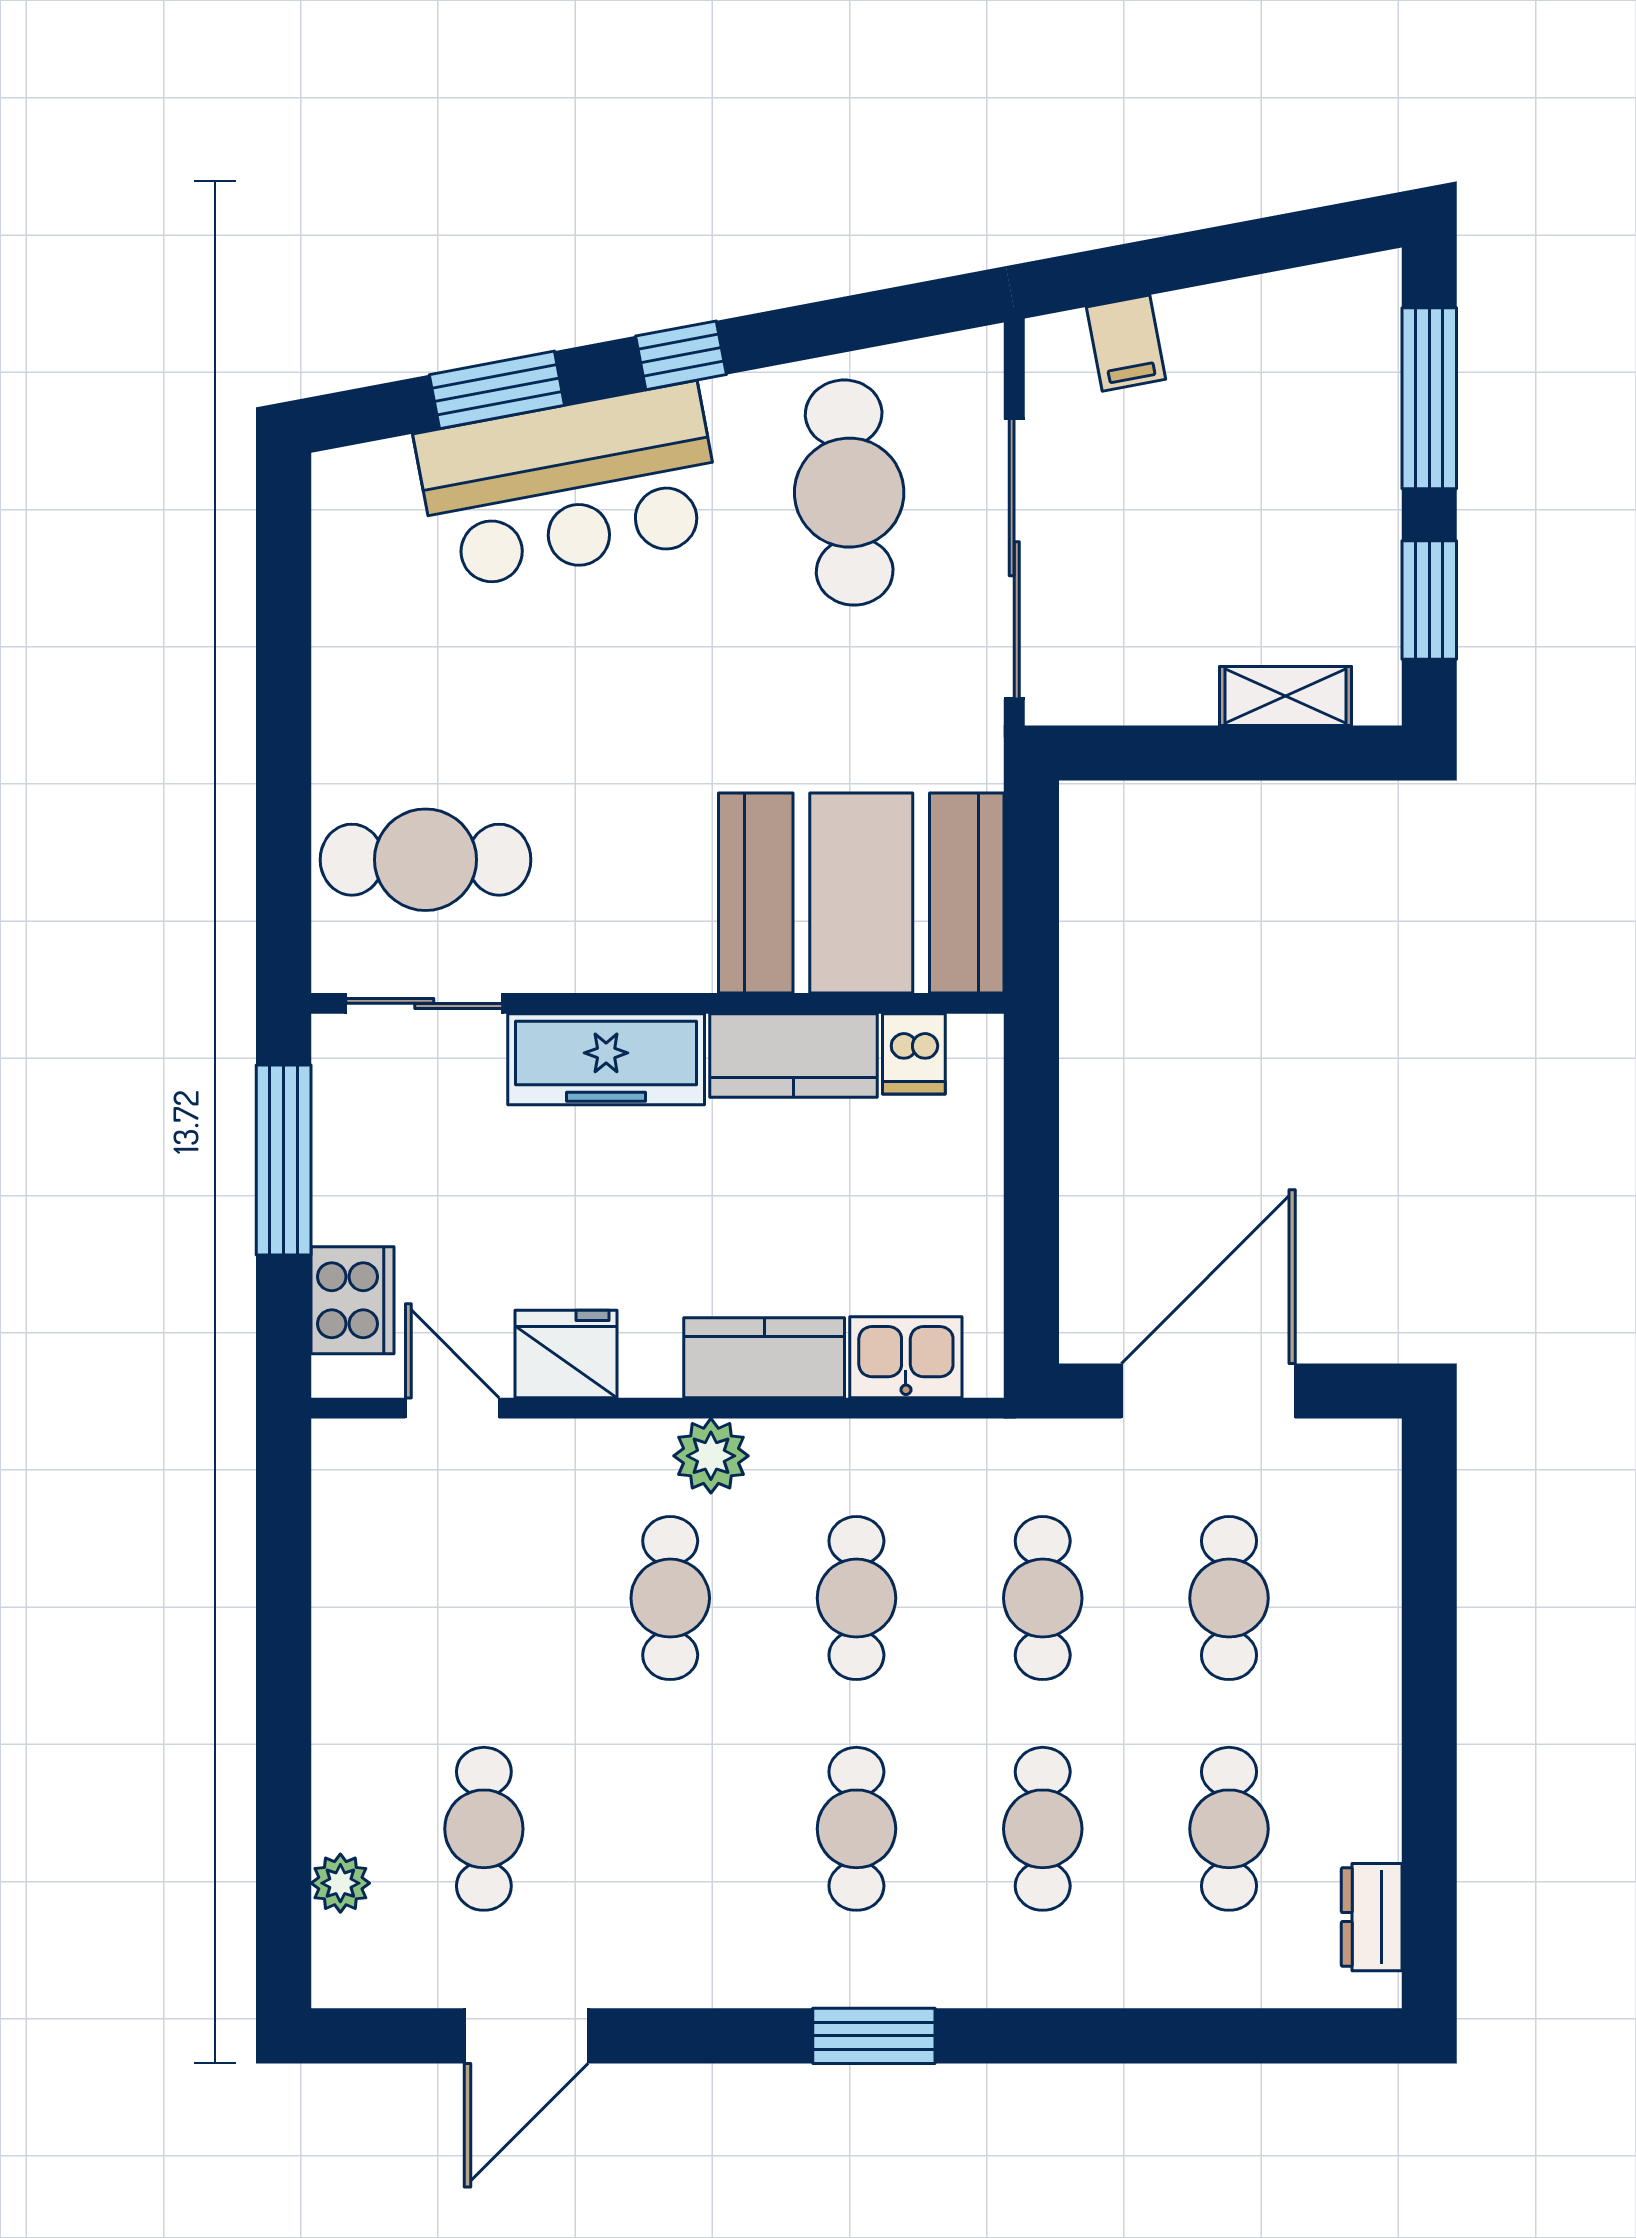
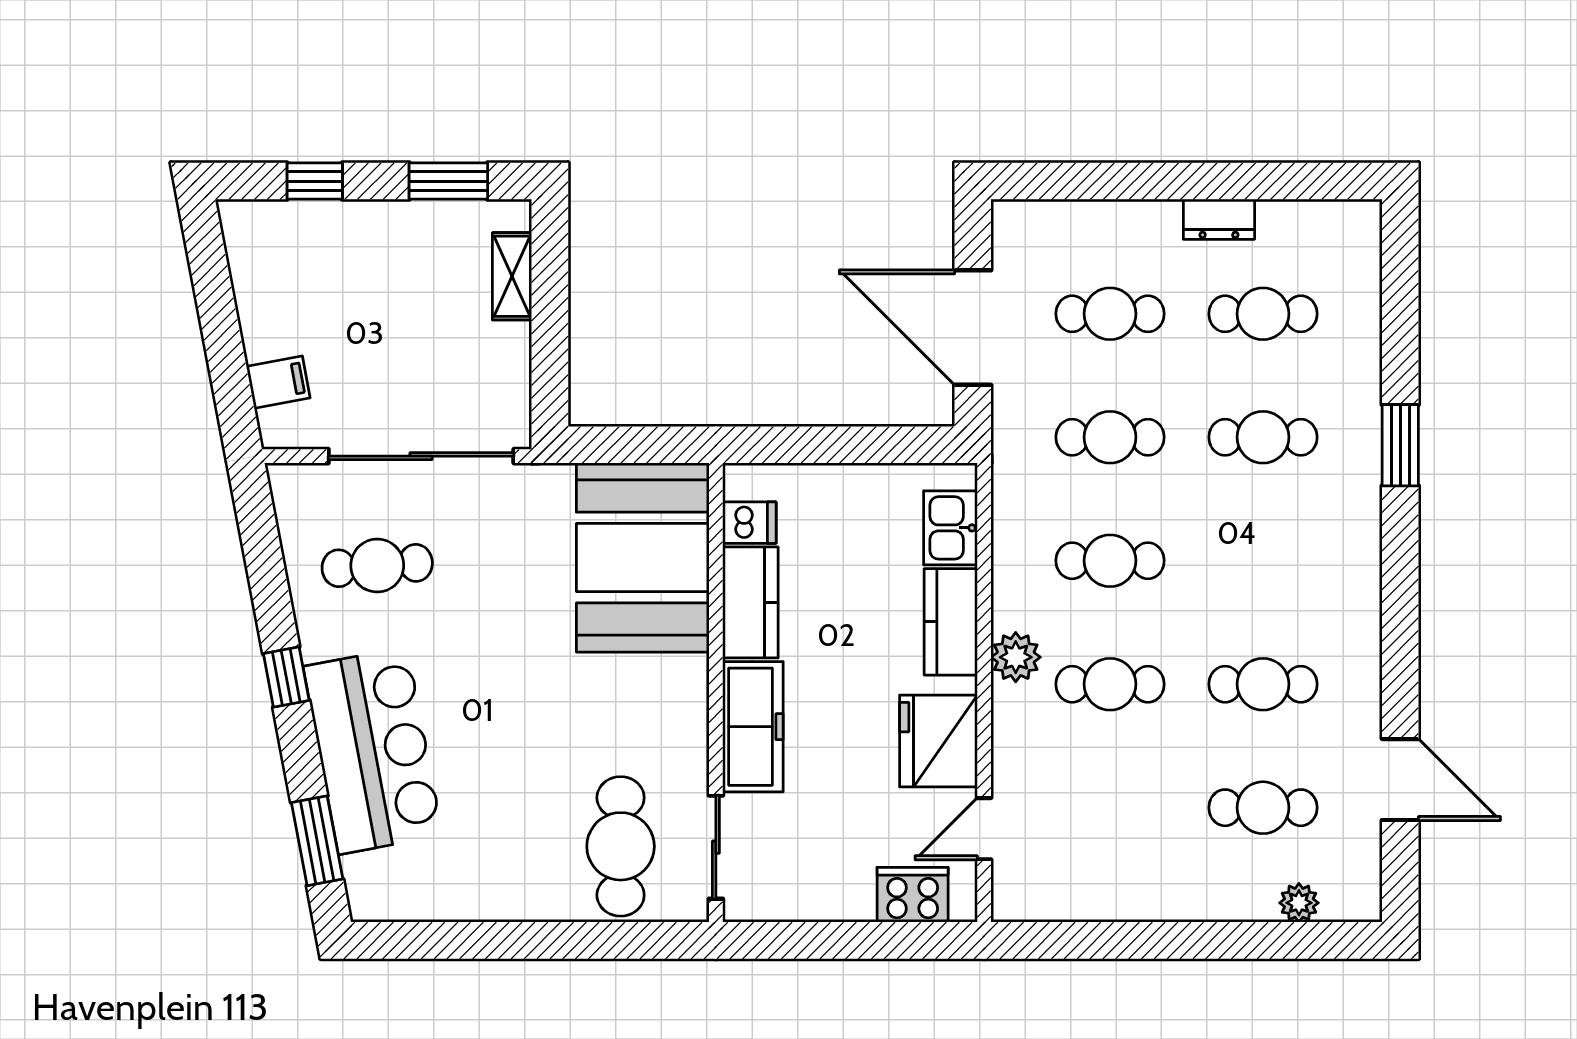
window: (497, 390) -> (317, 841), moved
window: (1429, 398) -> (315, 181), width x0.46
cafe table: (849, 493) -> (377, 566), width x0.73, depth x0.74
window: (284, 1160) -> (820, 940), removed
fridge: (566, 1354) -> (938, 741), width x1.36, depth x1.34
cafe table: (856, 1829) -> (1263, 684), moved
dresser: (1372, 1917) -> (1219, 219), moved
window: (874, 2036) -> (1400, 445), moved

